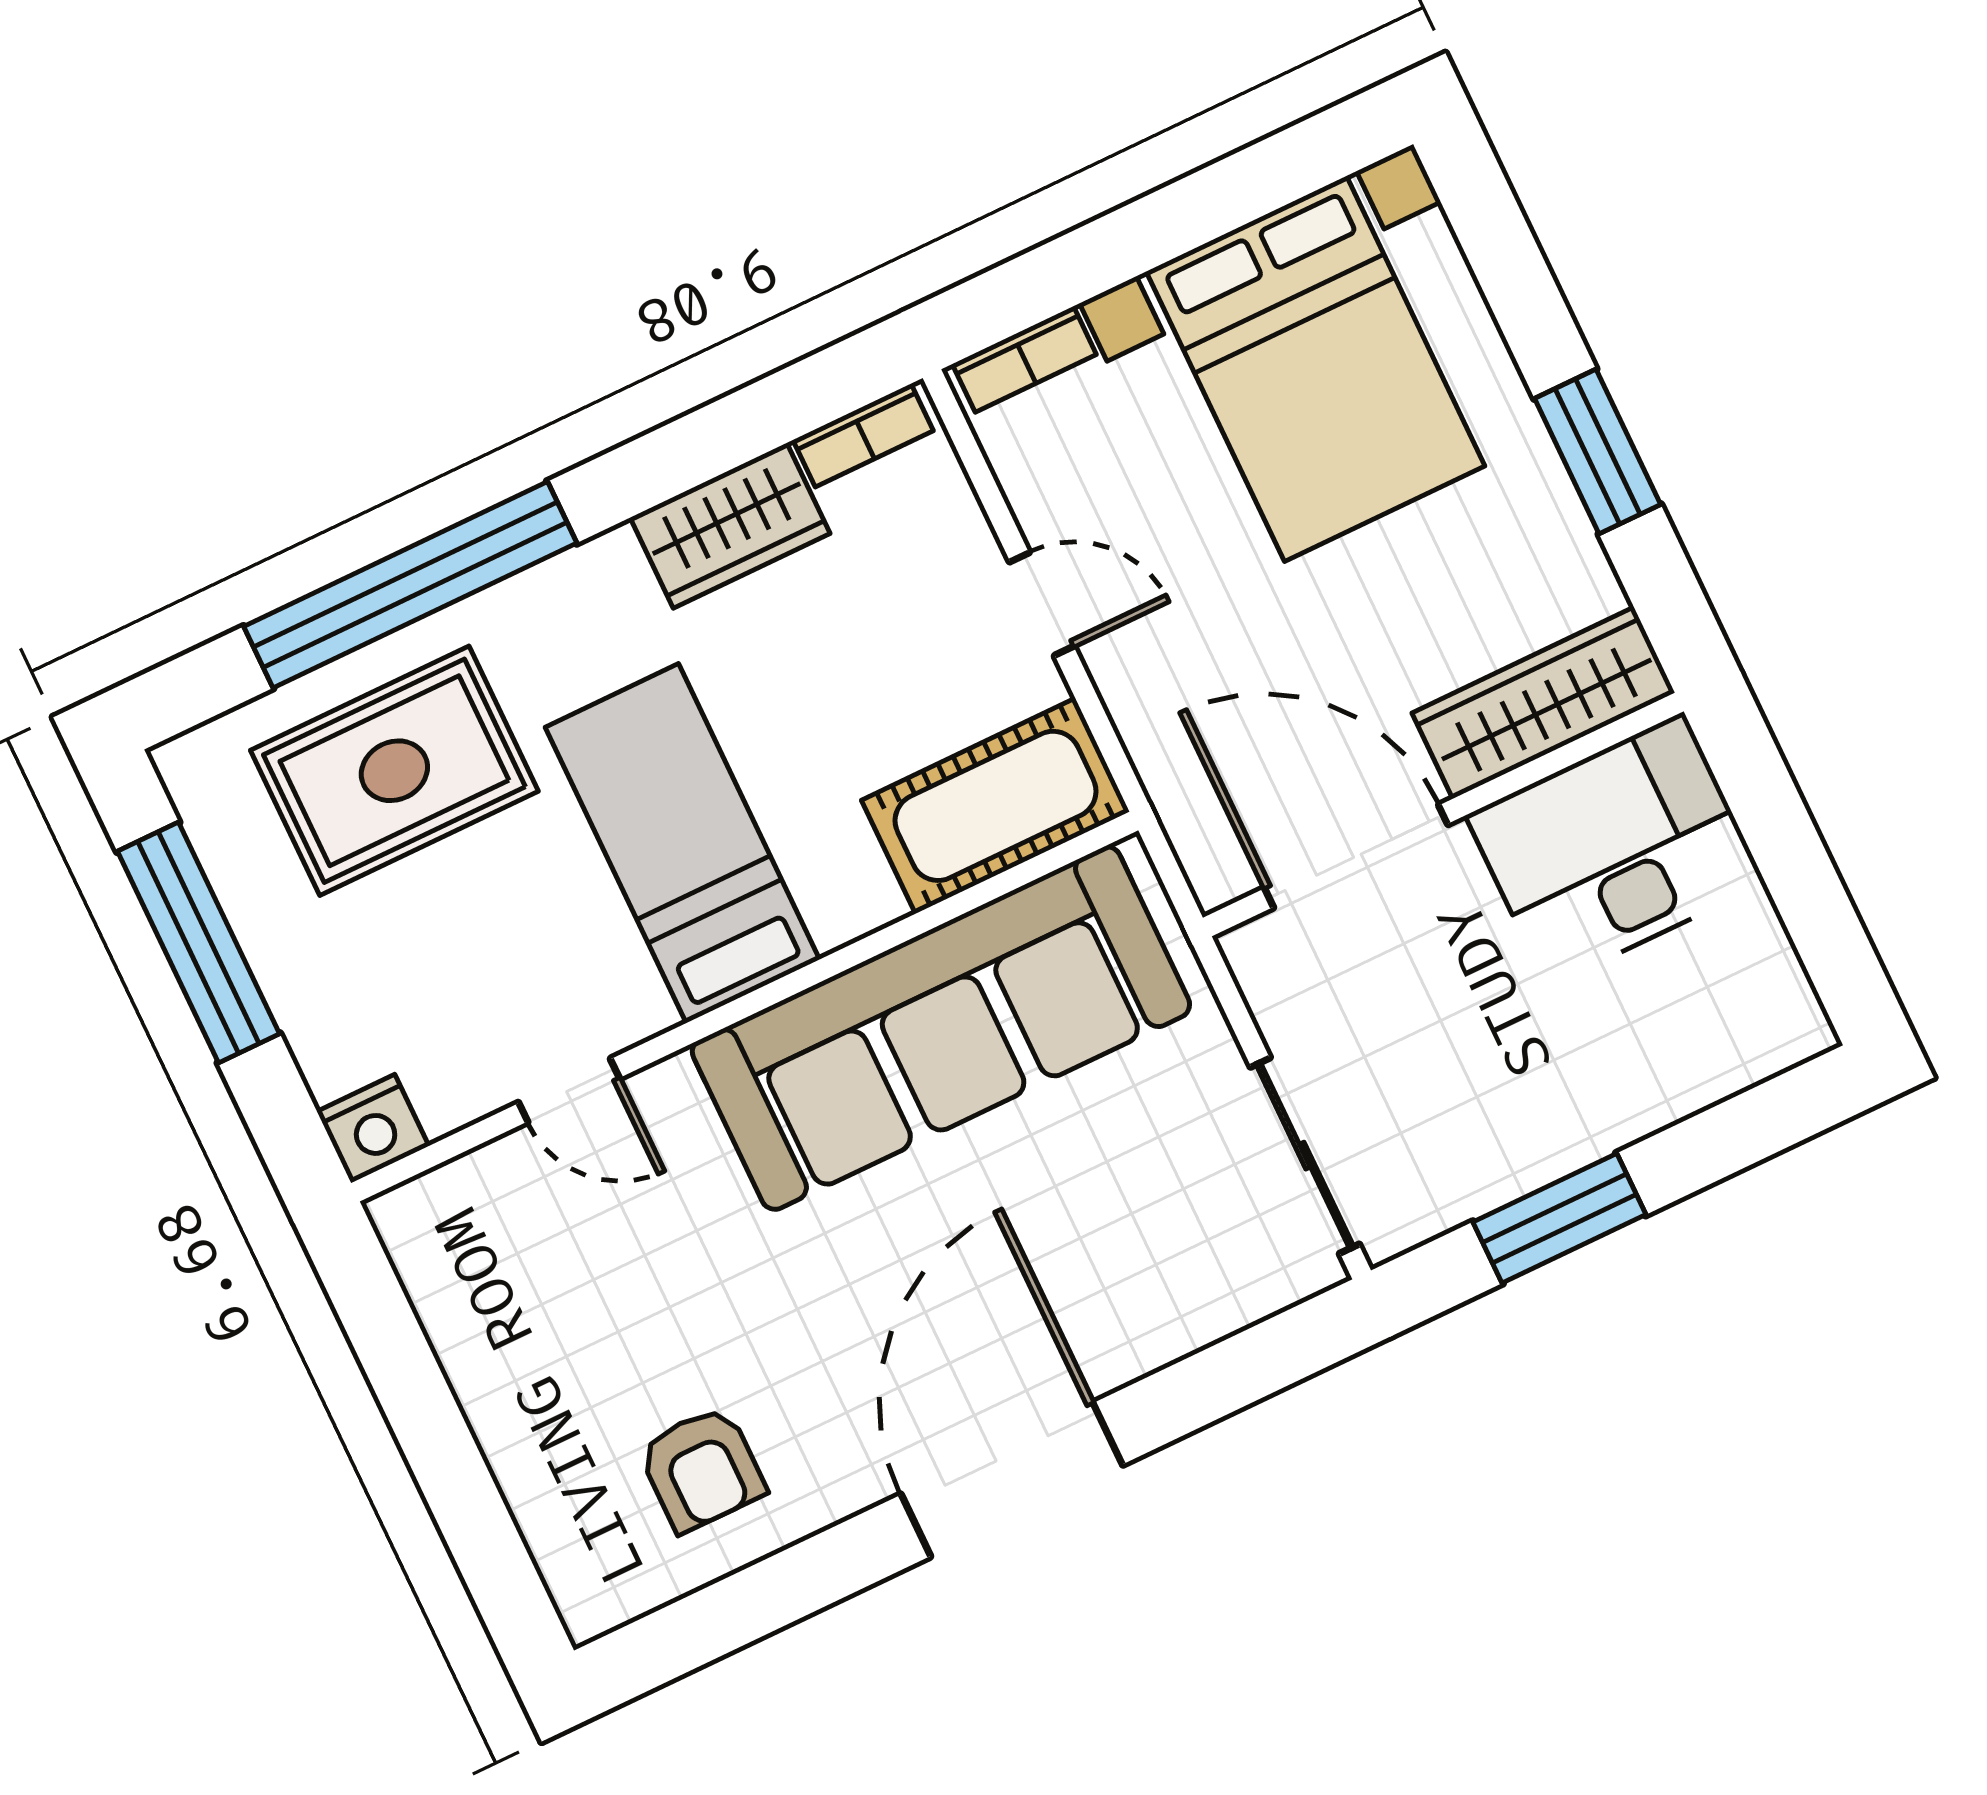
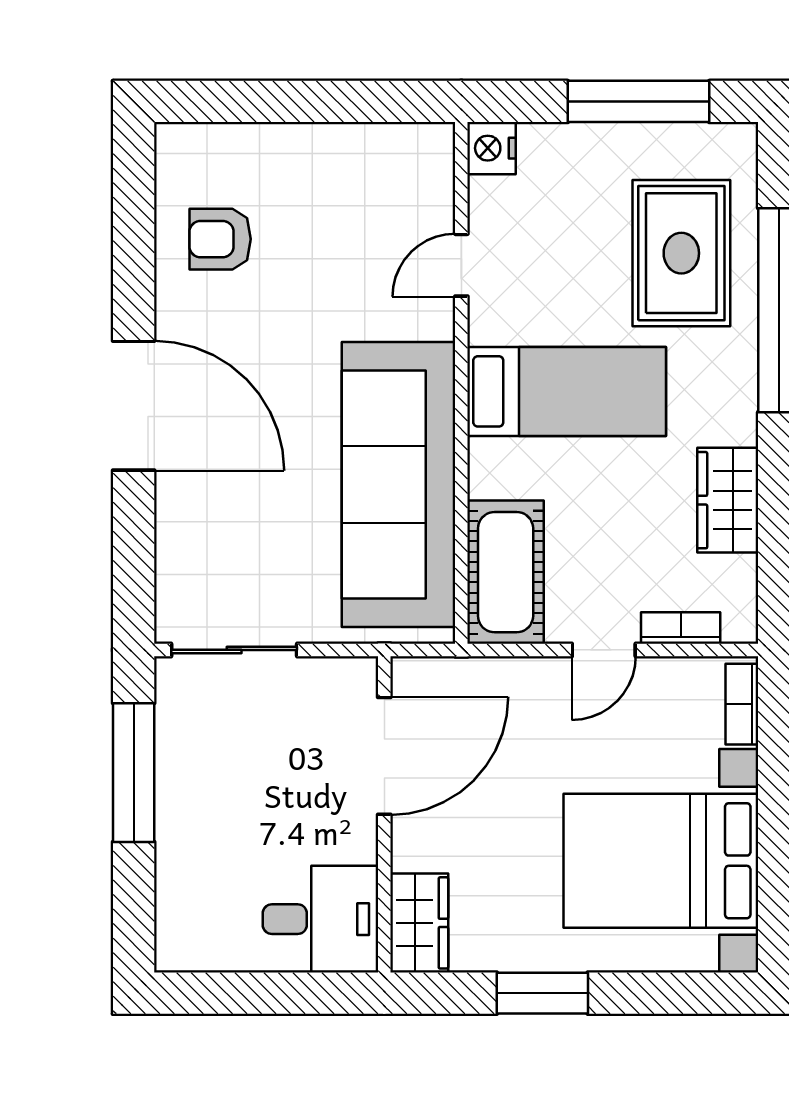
bookcase: (863, 435) -> (681, 628), moved, turned 90
wardrobe: (1543, 703) -> (419, 923), width x0.67
desk: (1615, 849) -> (320, 919), width x0.73
window: (1559, 1218) -> (134, 773), width x1.44

